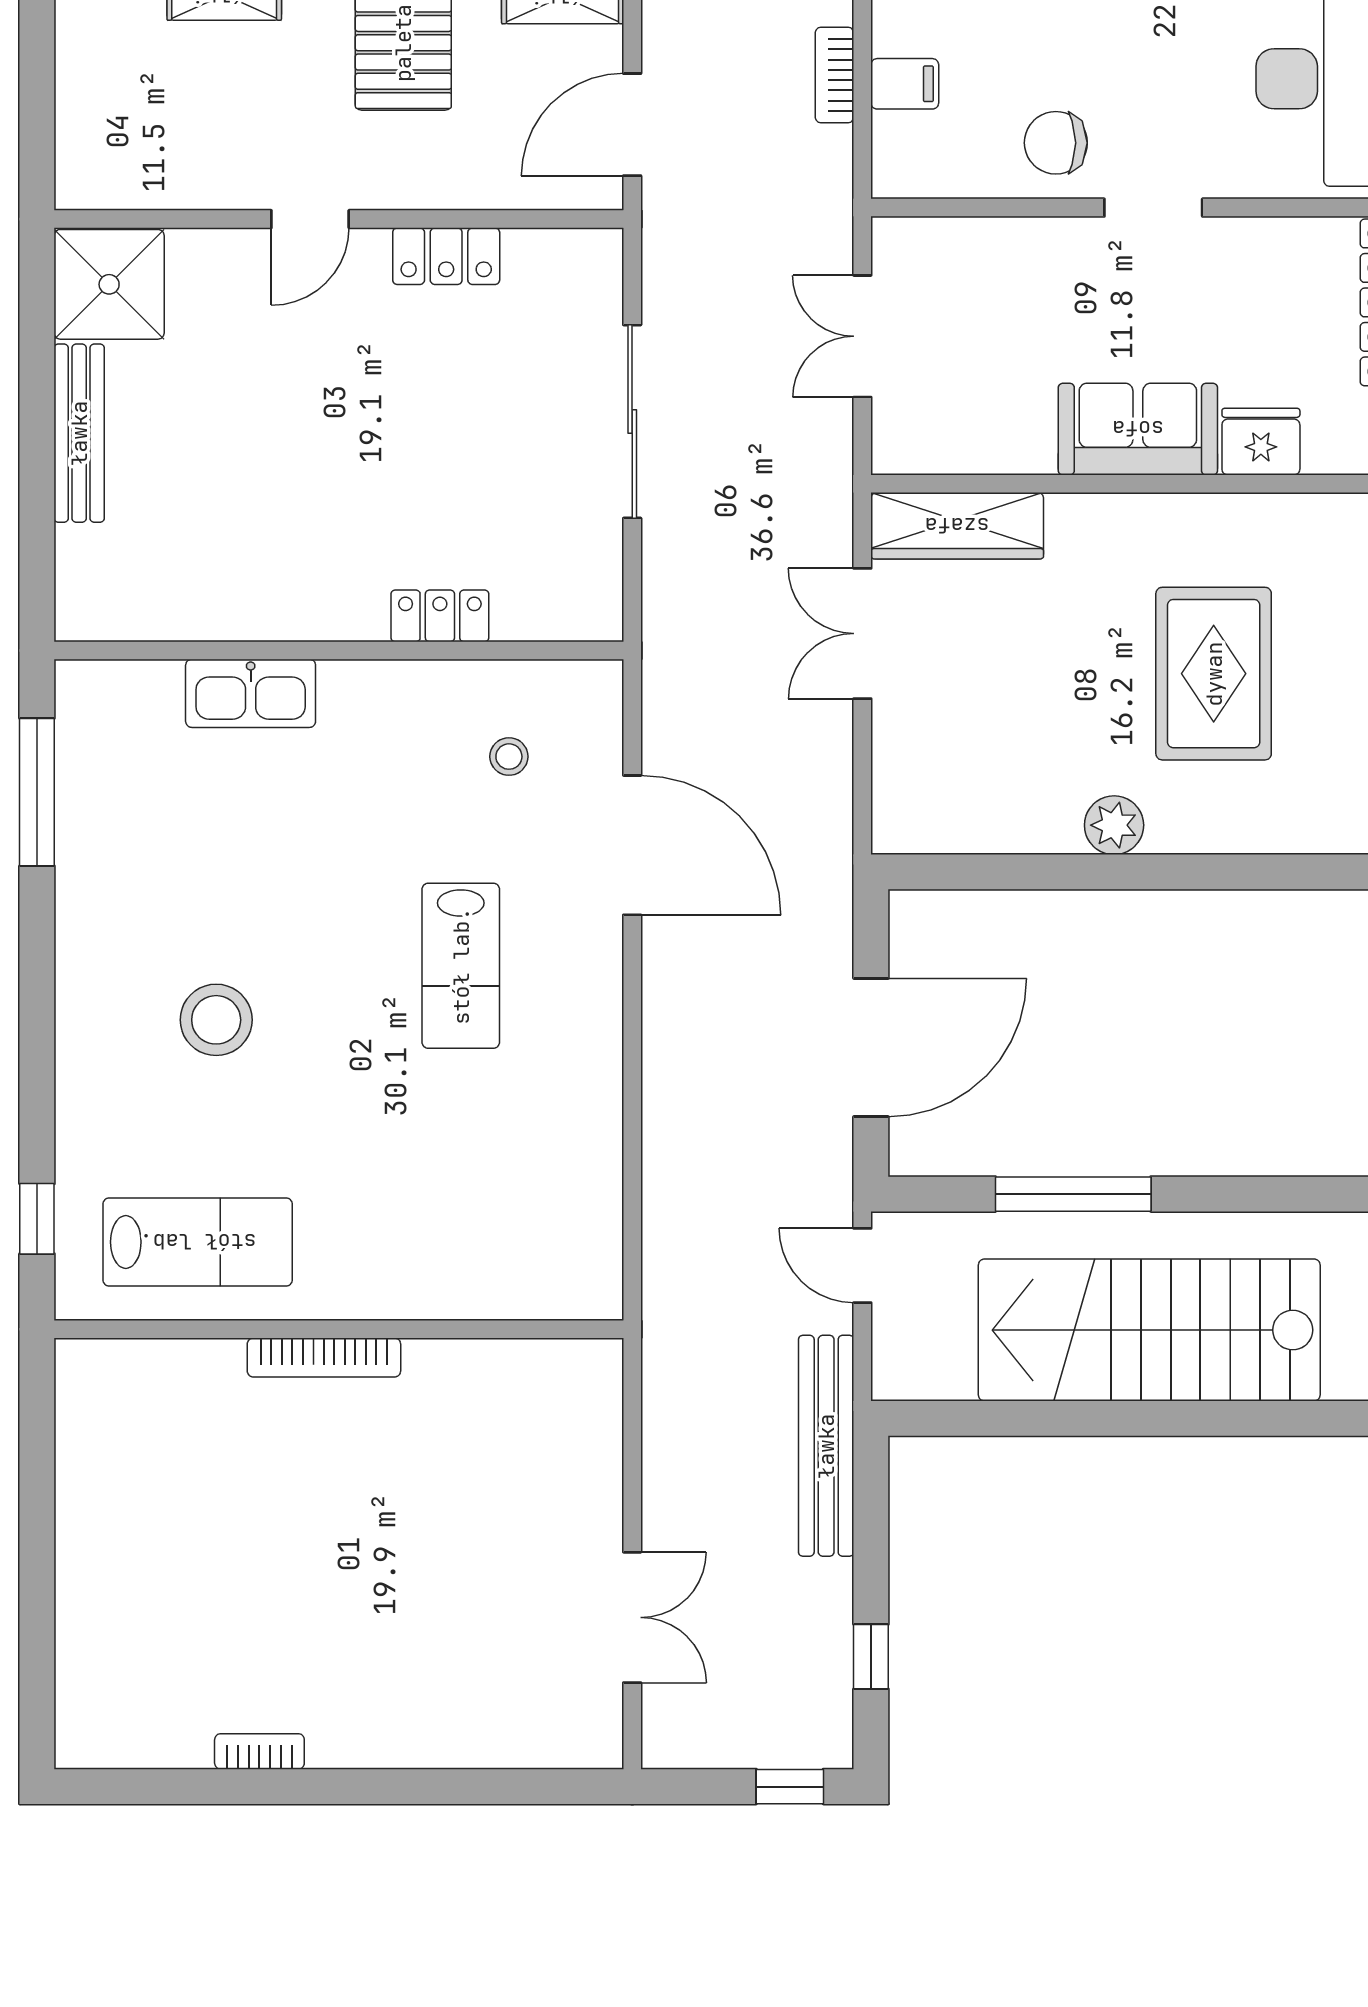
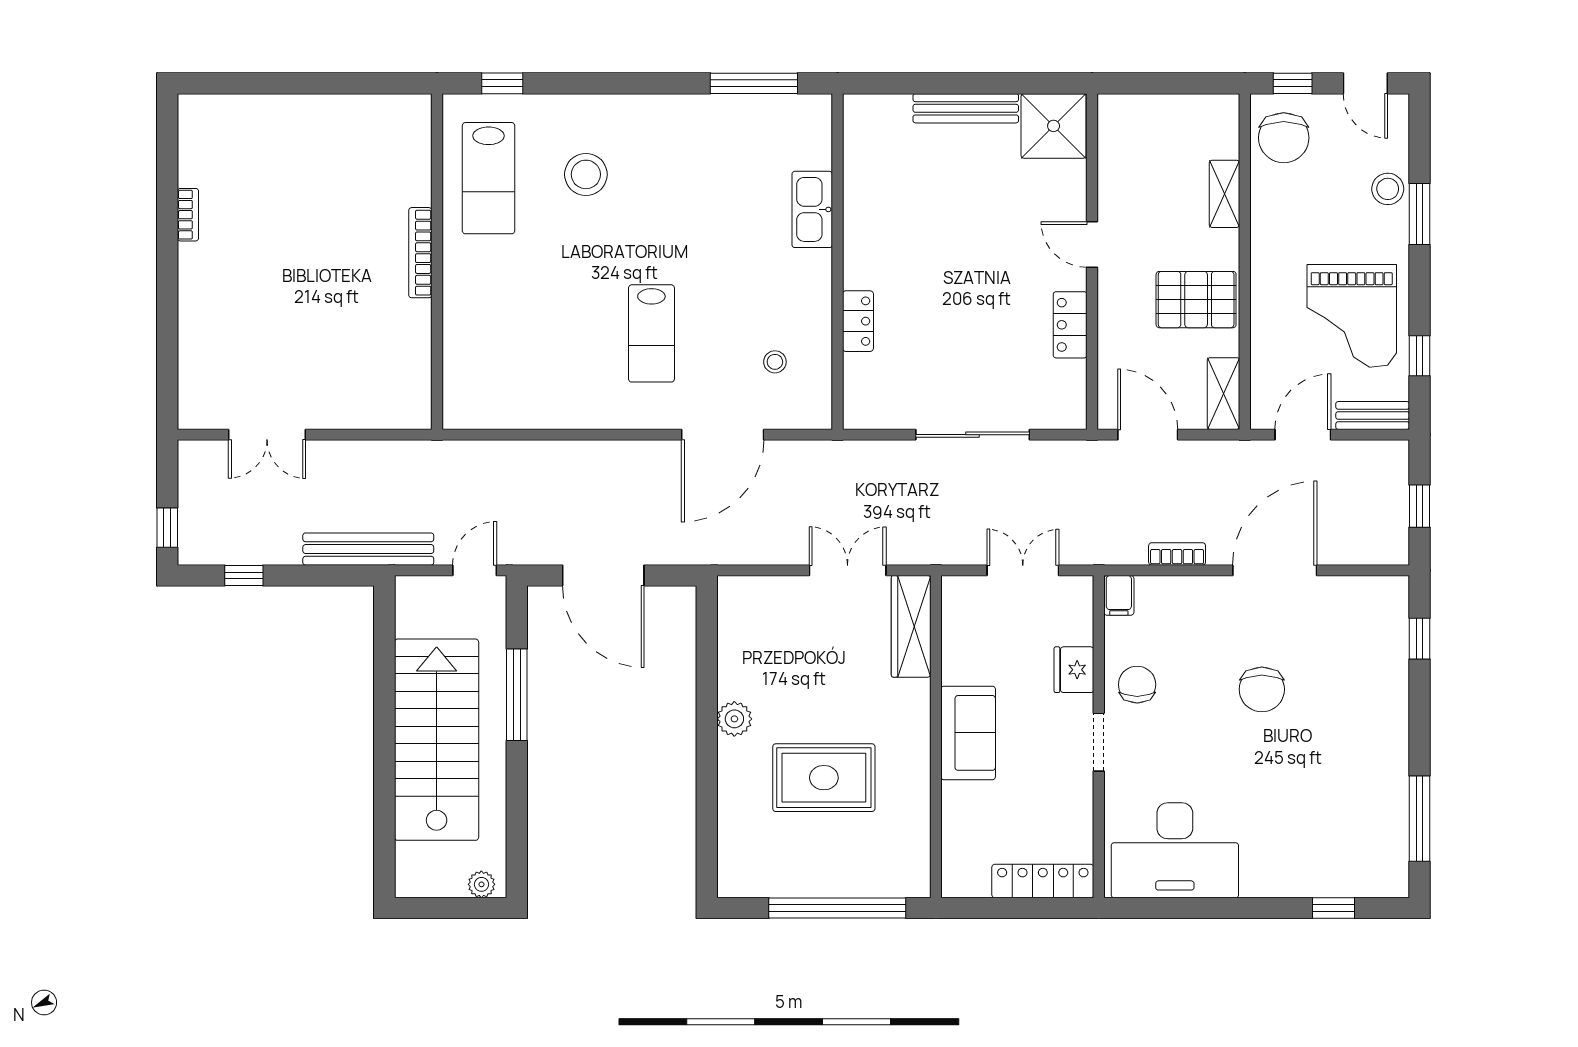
filing cabinet: (905, 84) -> (1119, 595), moved
fridge: (1261, 442) -> (1074, 670), moved, turned 180
lab bench: (461, 966) -> (651, 333), turned -90
stool: (216, 1020) -> (586, 174), moved

